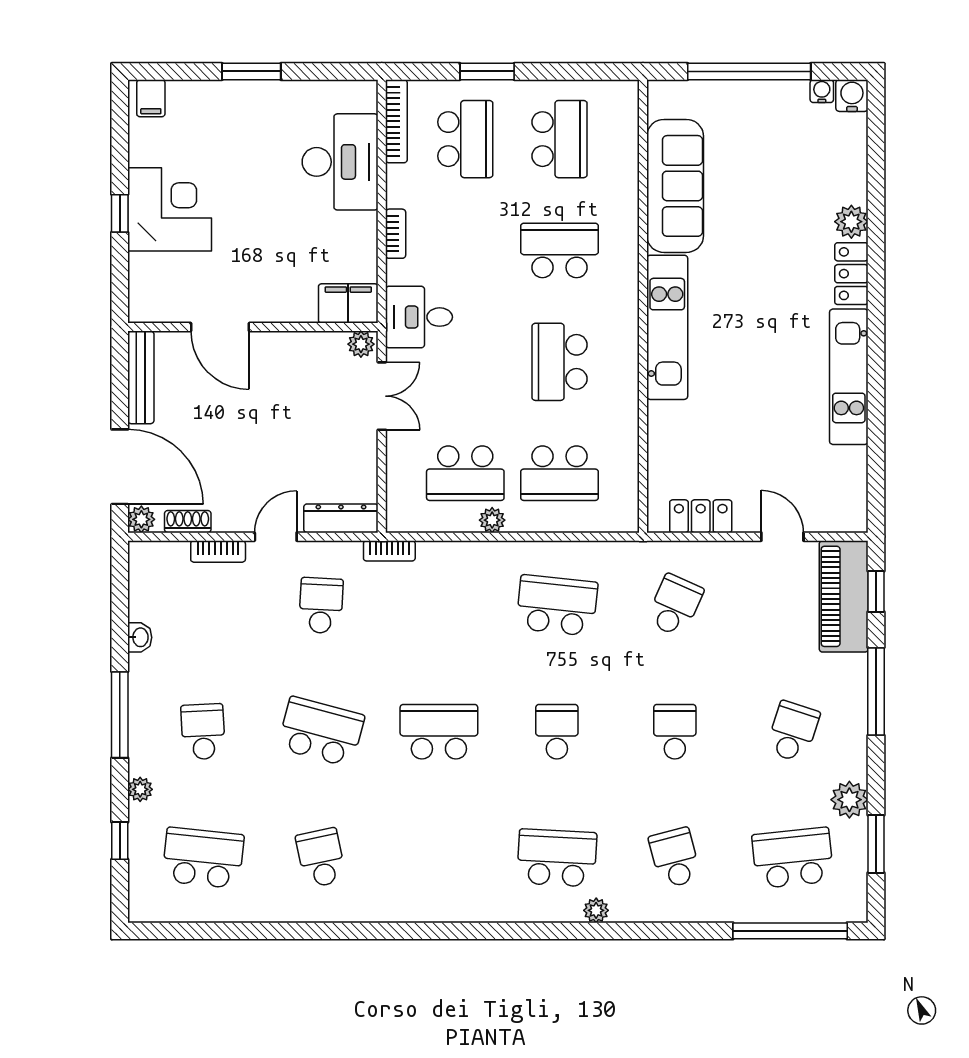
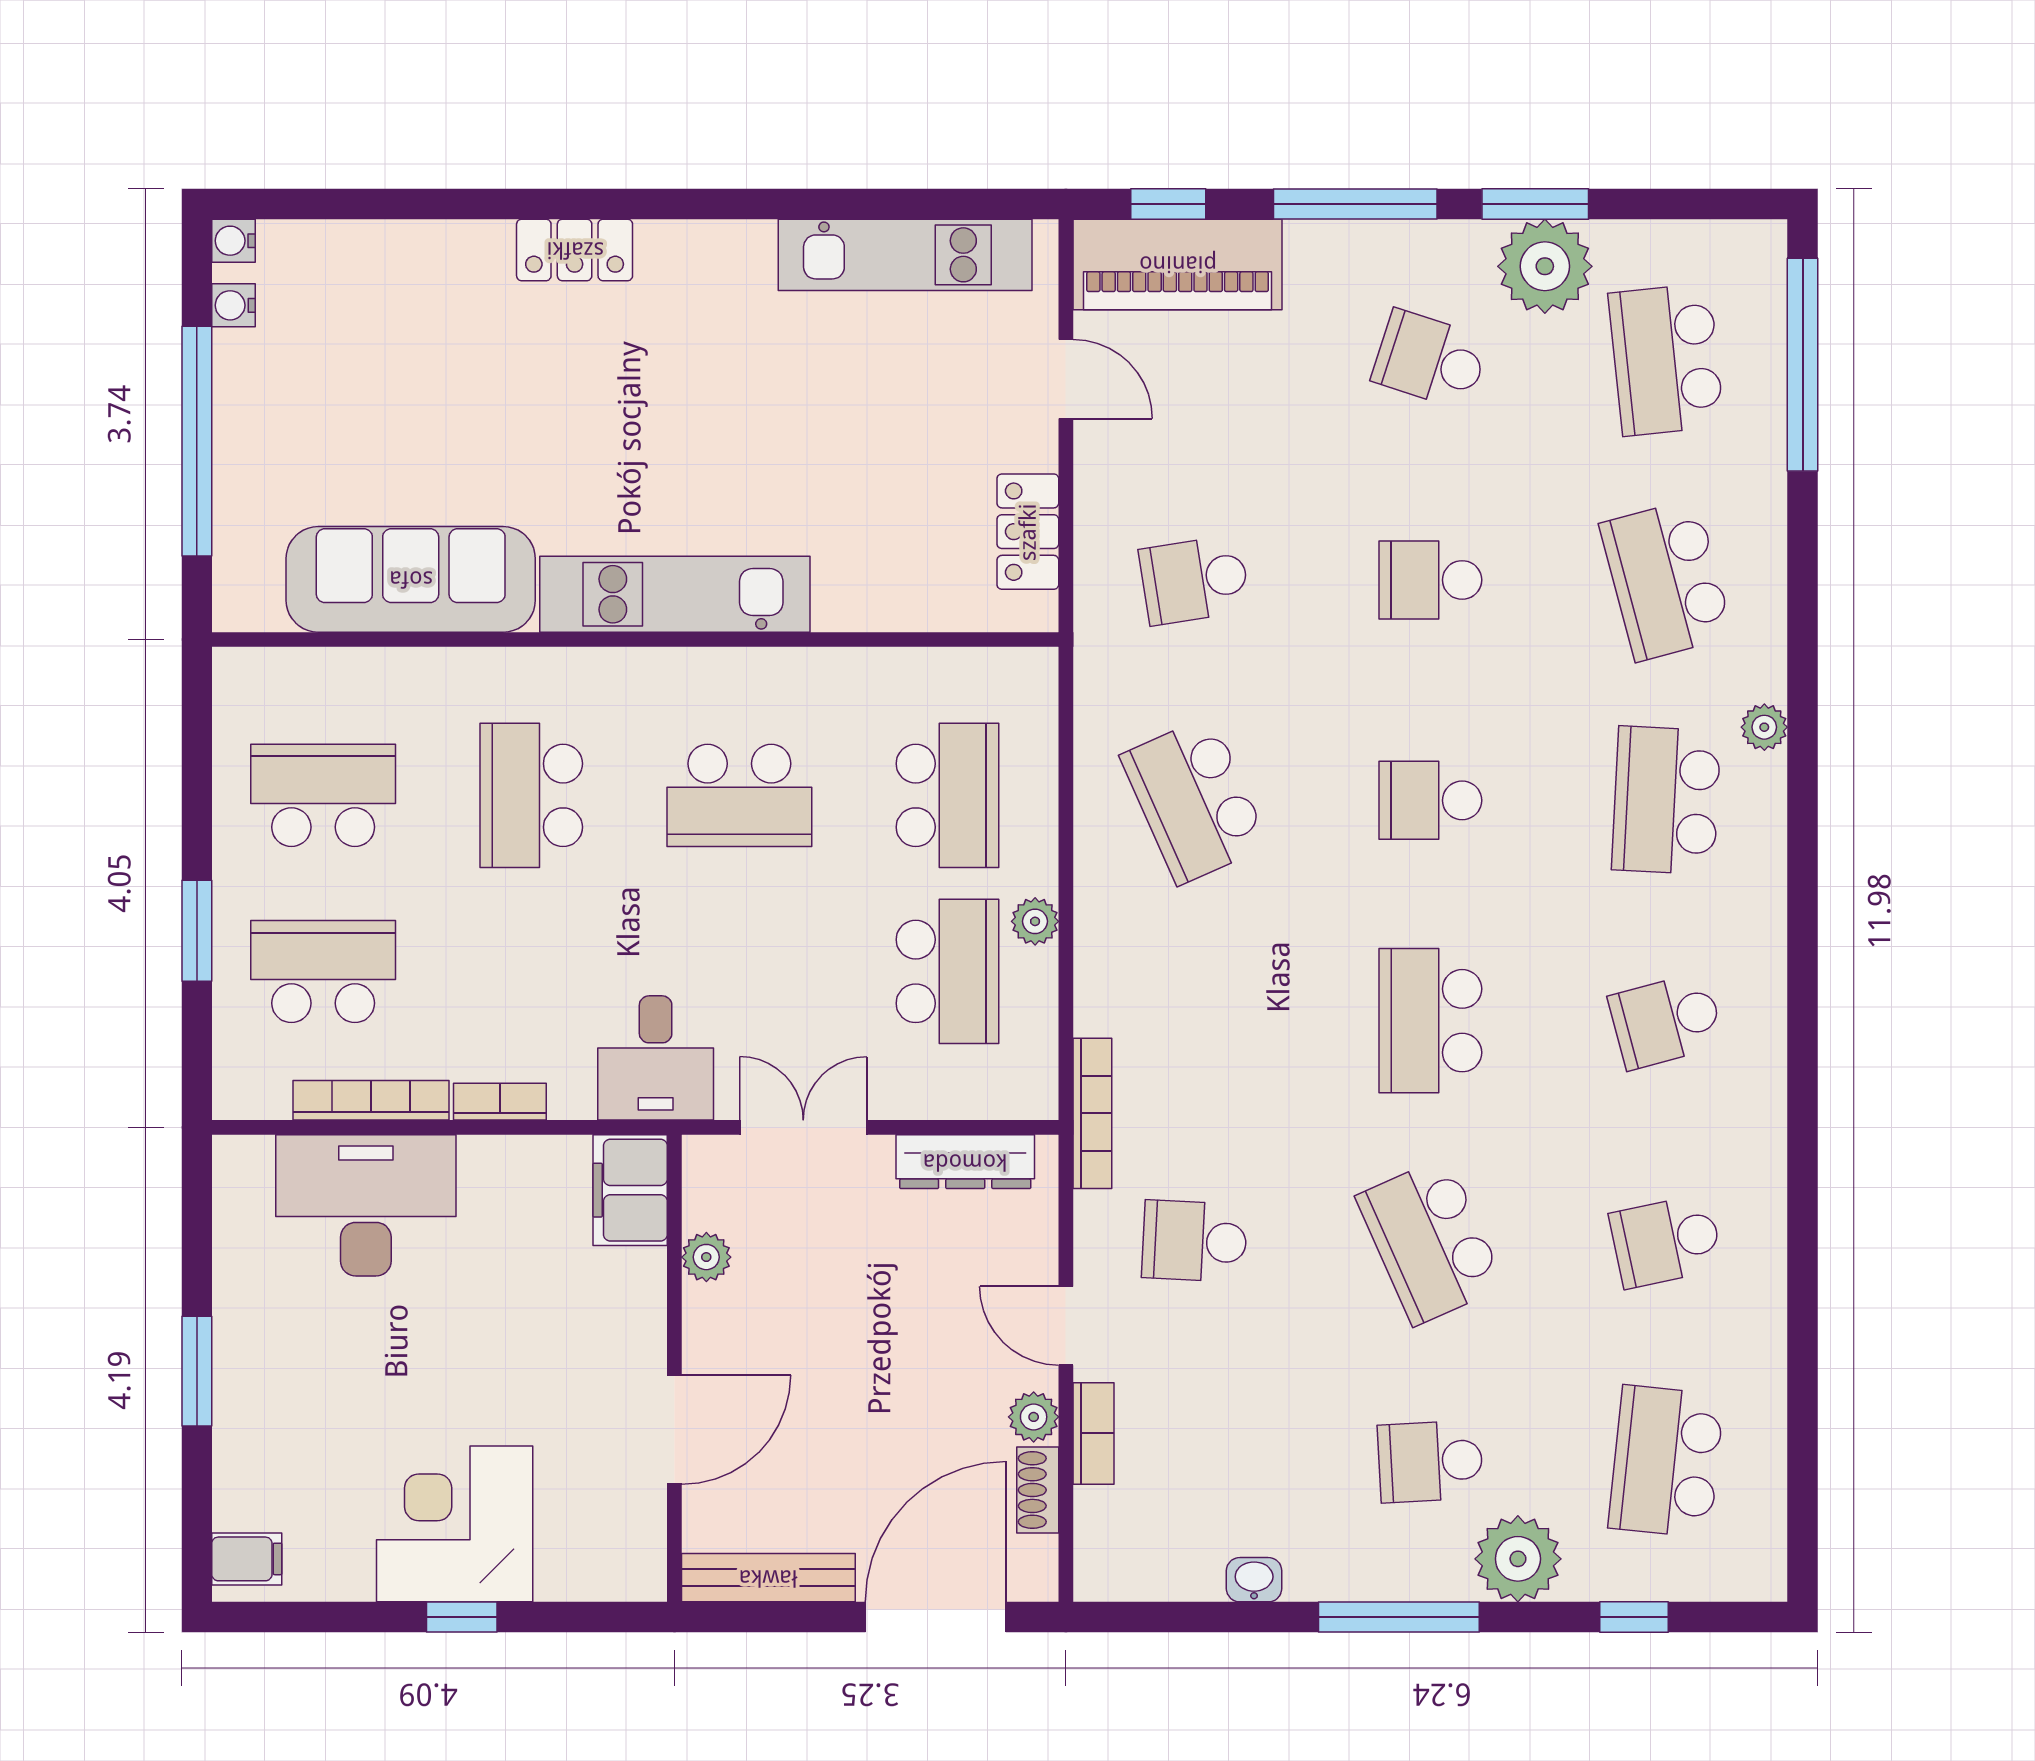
water cooler: (852, 96) -> (234, 241), width x0.72, depth x0.72
bookcase: (396, 121) -> (371, 1100), moved
plant: (851, 222) -> (477, 250), removed
plant: (361, 344) -> (706, 1257), moved
kitchen unit: (849, 377) -> (905, 255), moved
dresser: (341, 518) -> (965, 1162), moved, turned -90
plant: (141, 519) -> (1034, 1417), moved
door: (782, 537) -> (1066, 379), swing flipped
bookcase: (389, 551) -> (1092, 1113), width x1.56
school desk: (557, 605) -> (1194, 800), turned -30
school desk: (675, 605) -> (1194, 580), turned -33
school desk: (321, 732) -> (1430, 1241), turned -39
plant: (140, 789) -> (1518, 1559), width x1.87, depth x1.87
plant: (849, 800) -> (1545, 266), width x1.36, depth x1.36
window: (876, 844) -> (1535, 204), moved
school desk: (439, 858) -> (1666, 1021), added
school desk: (675, 858) -> (1666, 580), width x1.85

